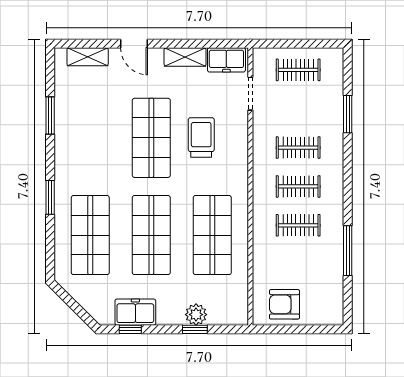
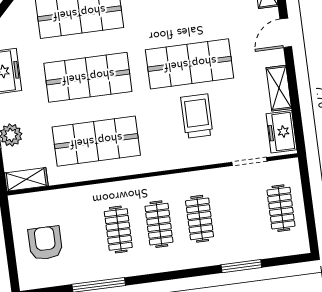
trolley: (201, 137) -> (197, 116), turned -90
armchair: (284, 304) -> (45, 243), moved
shelving: (240, 306) -> (26, 179), added

